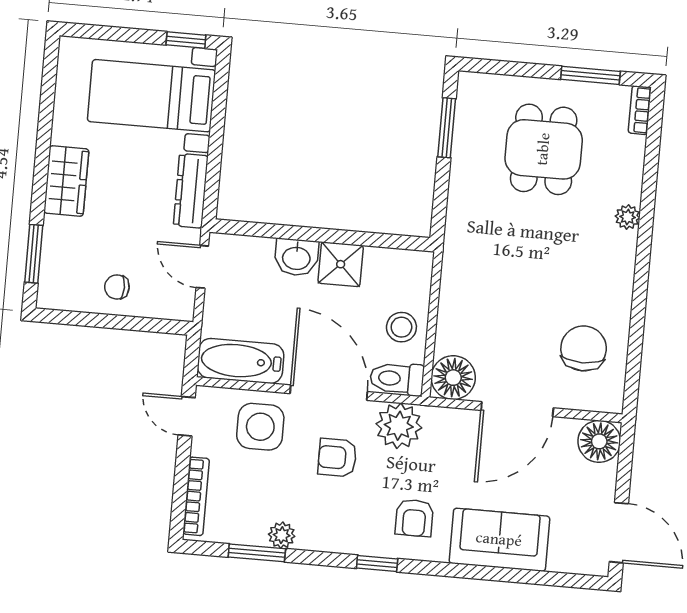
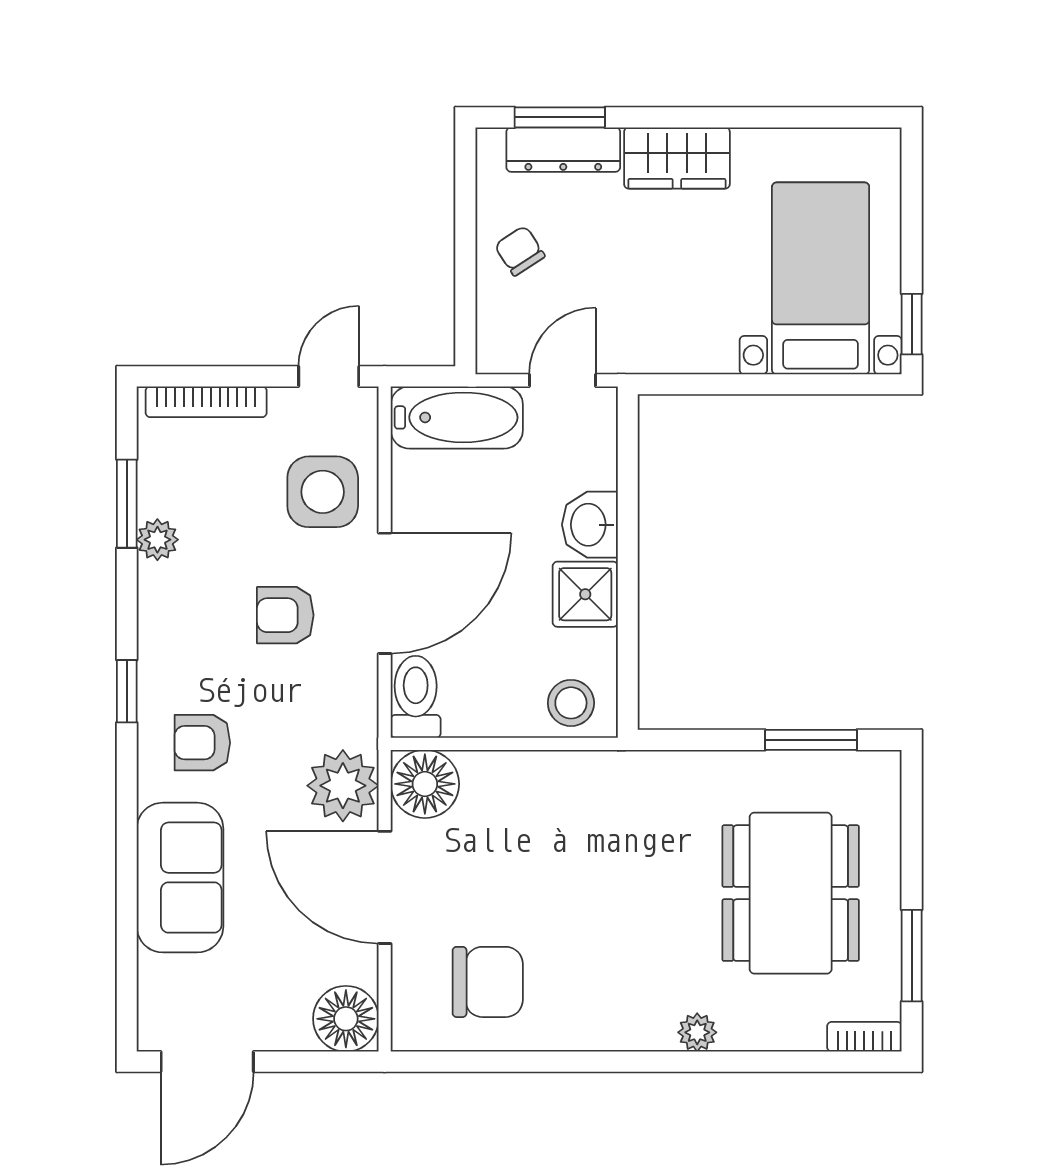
dining table: (544, 149) -> (791, 893), width x1.38
dresser: (191, 191) -> (563, 150), moved, turned 180
chair: (117, 287) -> (520, 251), turned -33
stool: (401, 327) -> (571, 703), moved
bathtub: (241, 361) -> (457, 417), moved, turned 90
plant: (399, 426) -> (343, 786), moved
armchair: (337, 458) -> (285, 615), turned -90

